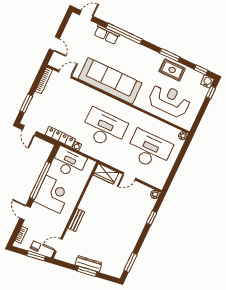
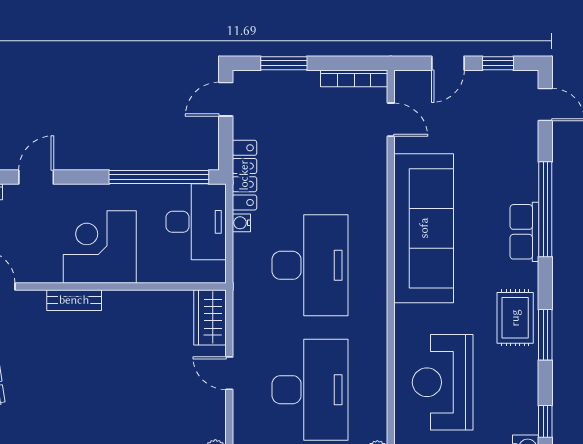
window: (63, 26) -> (498, 63), added
row of seats: (107, 35) -> (524, 232), moved
rug: (172, 70) -> (515, 318), moved
reception desk: (169, 100) -> (443, 382), turned 180
window: (40, 181) -> (159, 177), moved
corner desk: (53, 194) -> (100, 247), moved, turned 180

